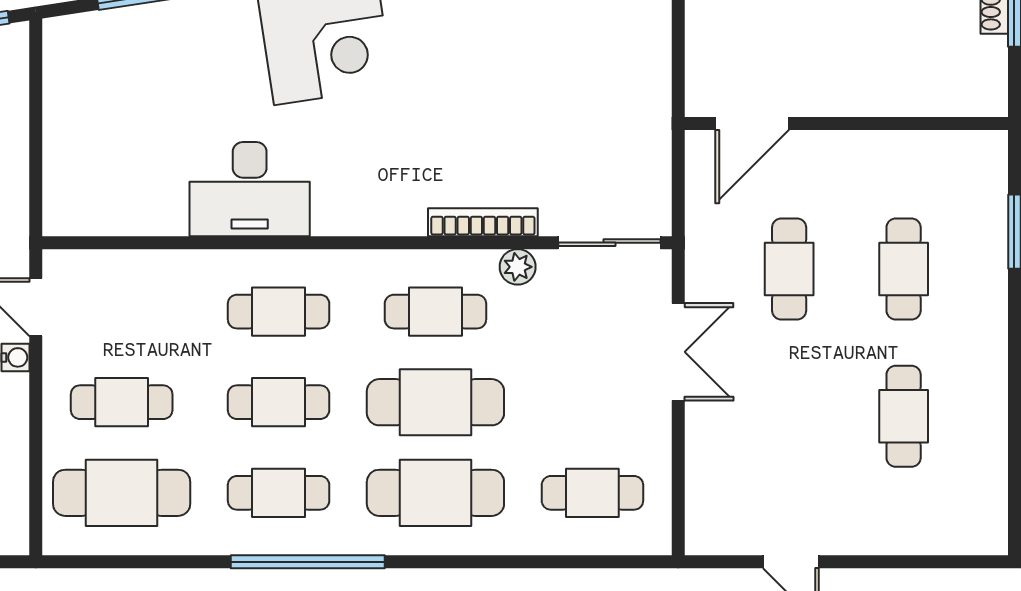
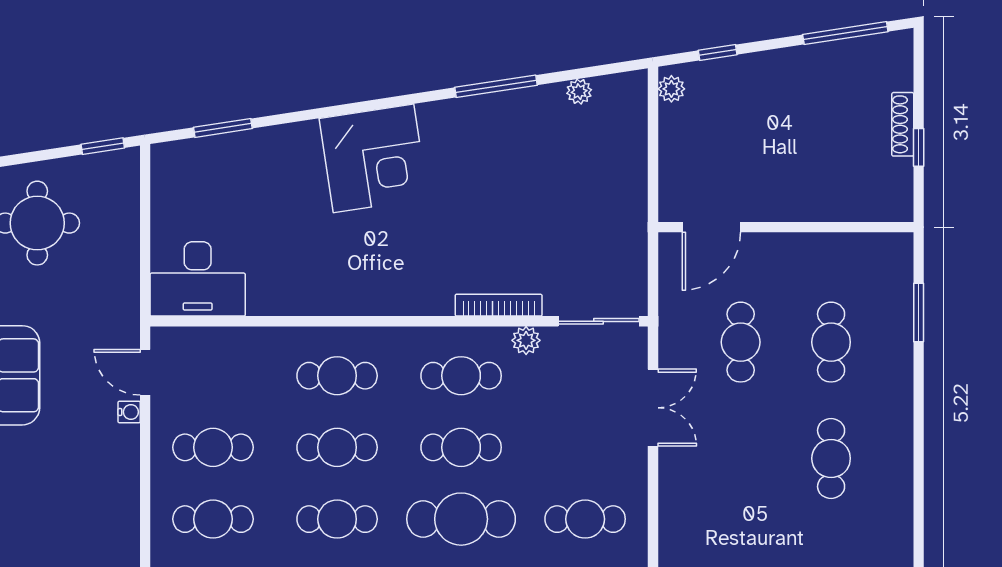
desk: (250, 189) -> (198, 279), moved
cafe table: (435, 402) -> (461, 447), width x0.73, depth x0.74
cafe table: (122, 493) -> (213, 519), width x0.73, depth x0.74

